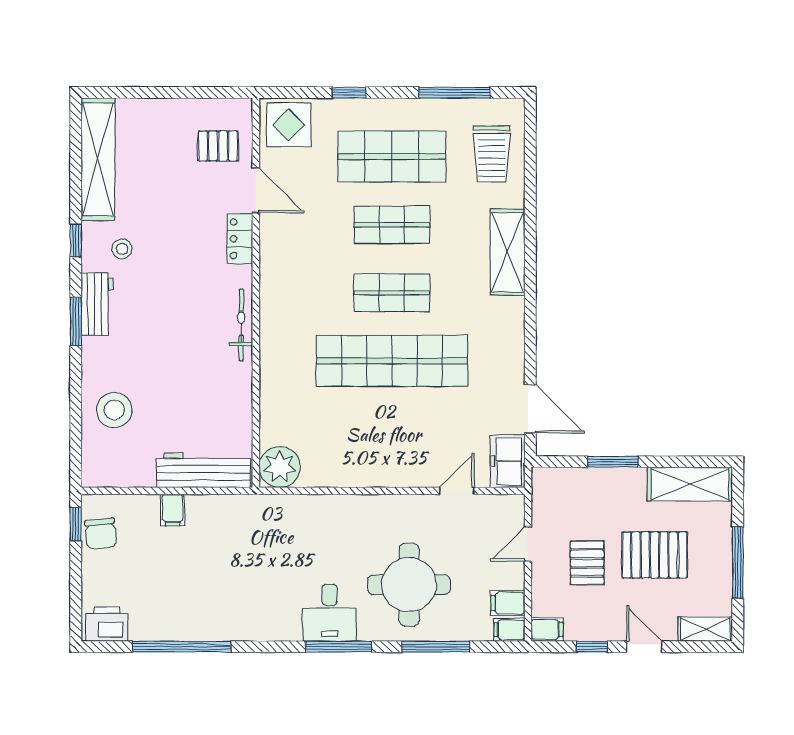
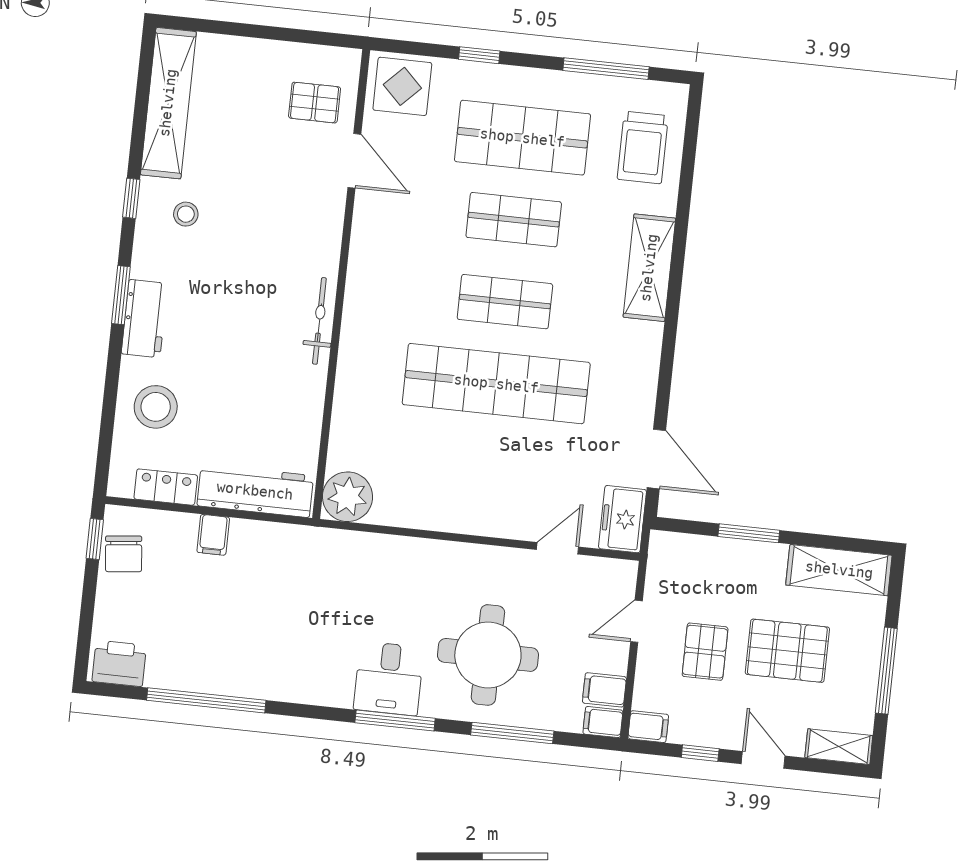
locker: (240, 239) -> (166, 487), moved, turned 90
workbench: (97, 304) -> (145, 319), moved

